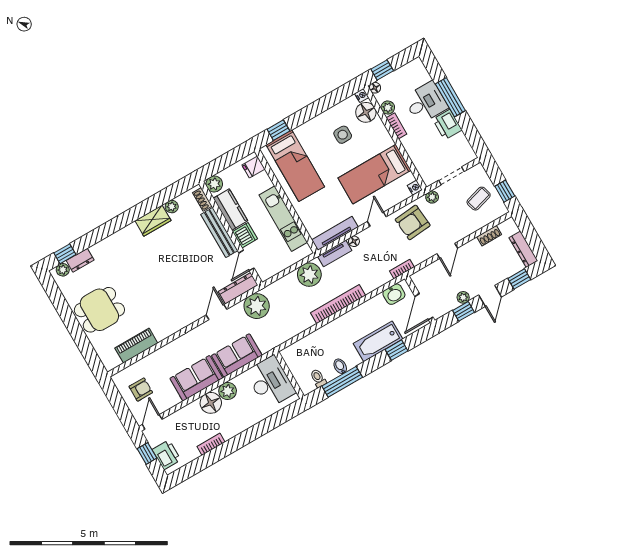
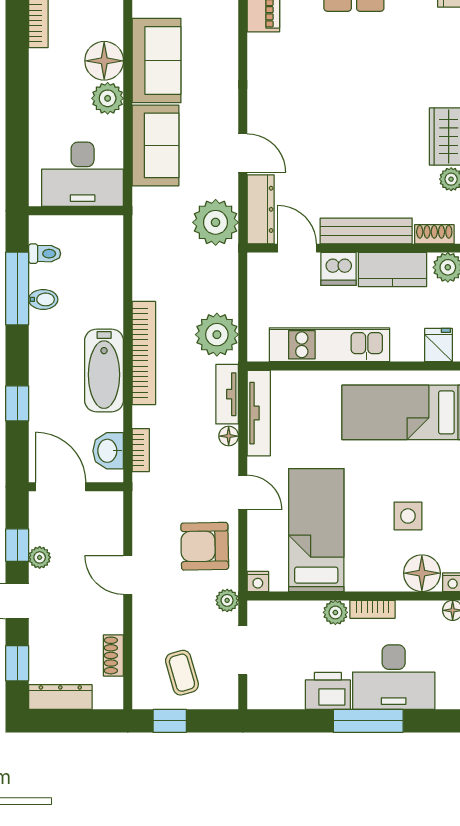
desk: (426, 103) -> (394, 677), width x1.37
plant: (388, 107) -> (335, 612), moved
armchair: (413, 222) -> (205, 546), turned -86
bookcase: (402, 269) -> (141, 450), moved
bathtub: (378, 341) -> (104, 370), moved, turned 180

